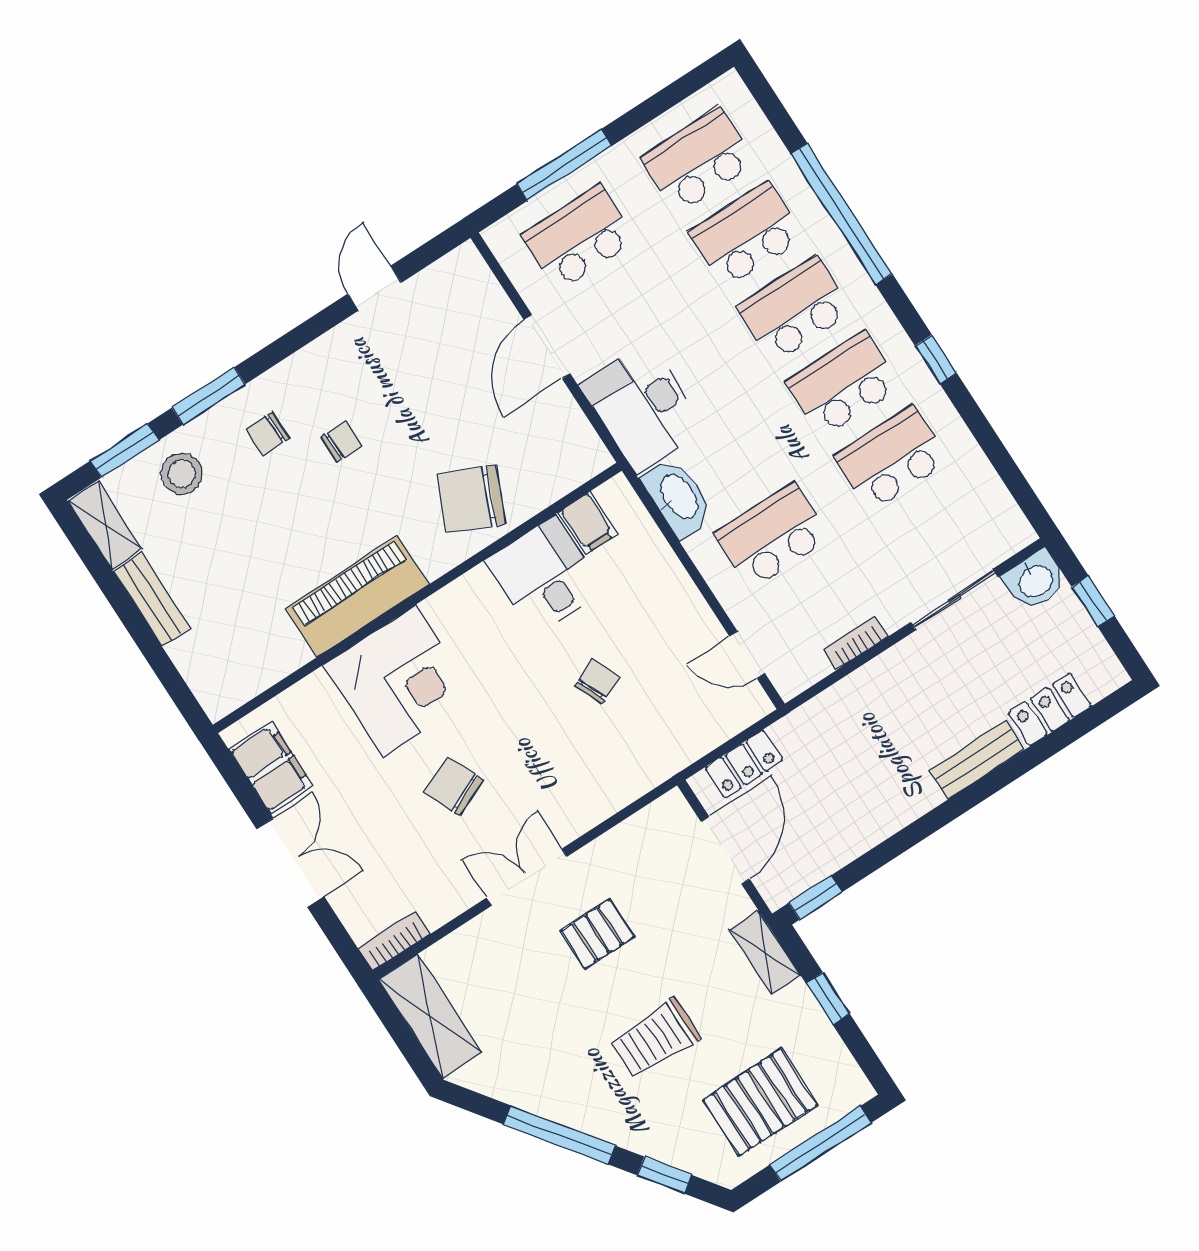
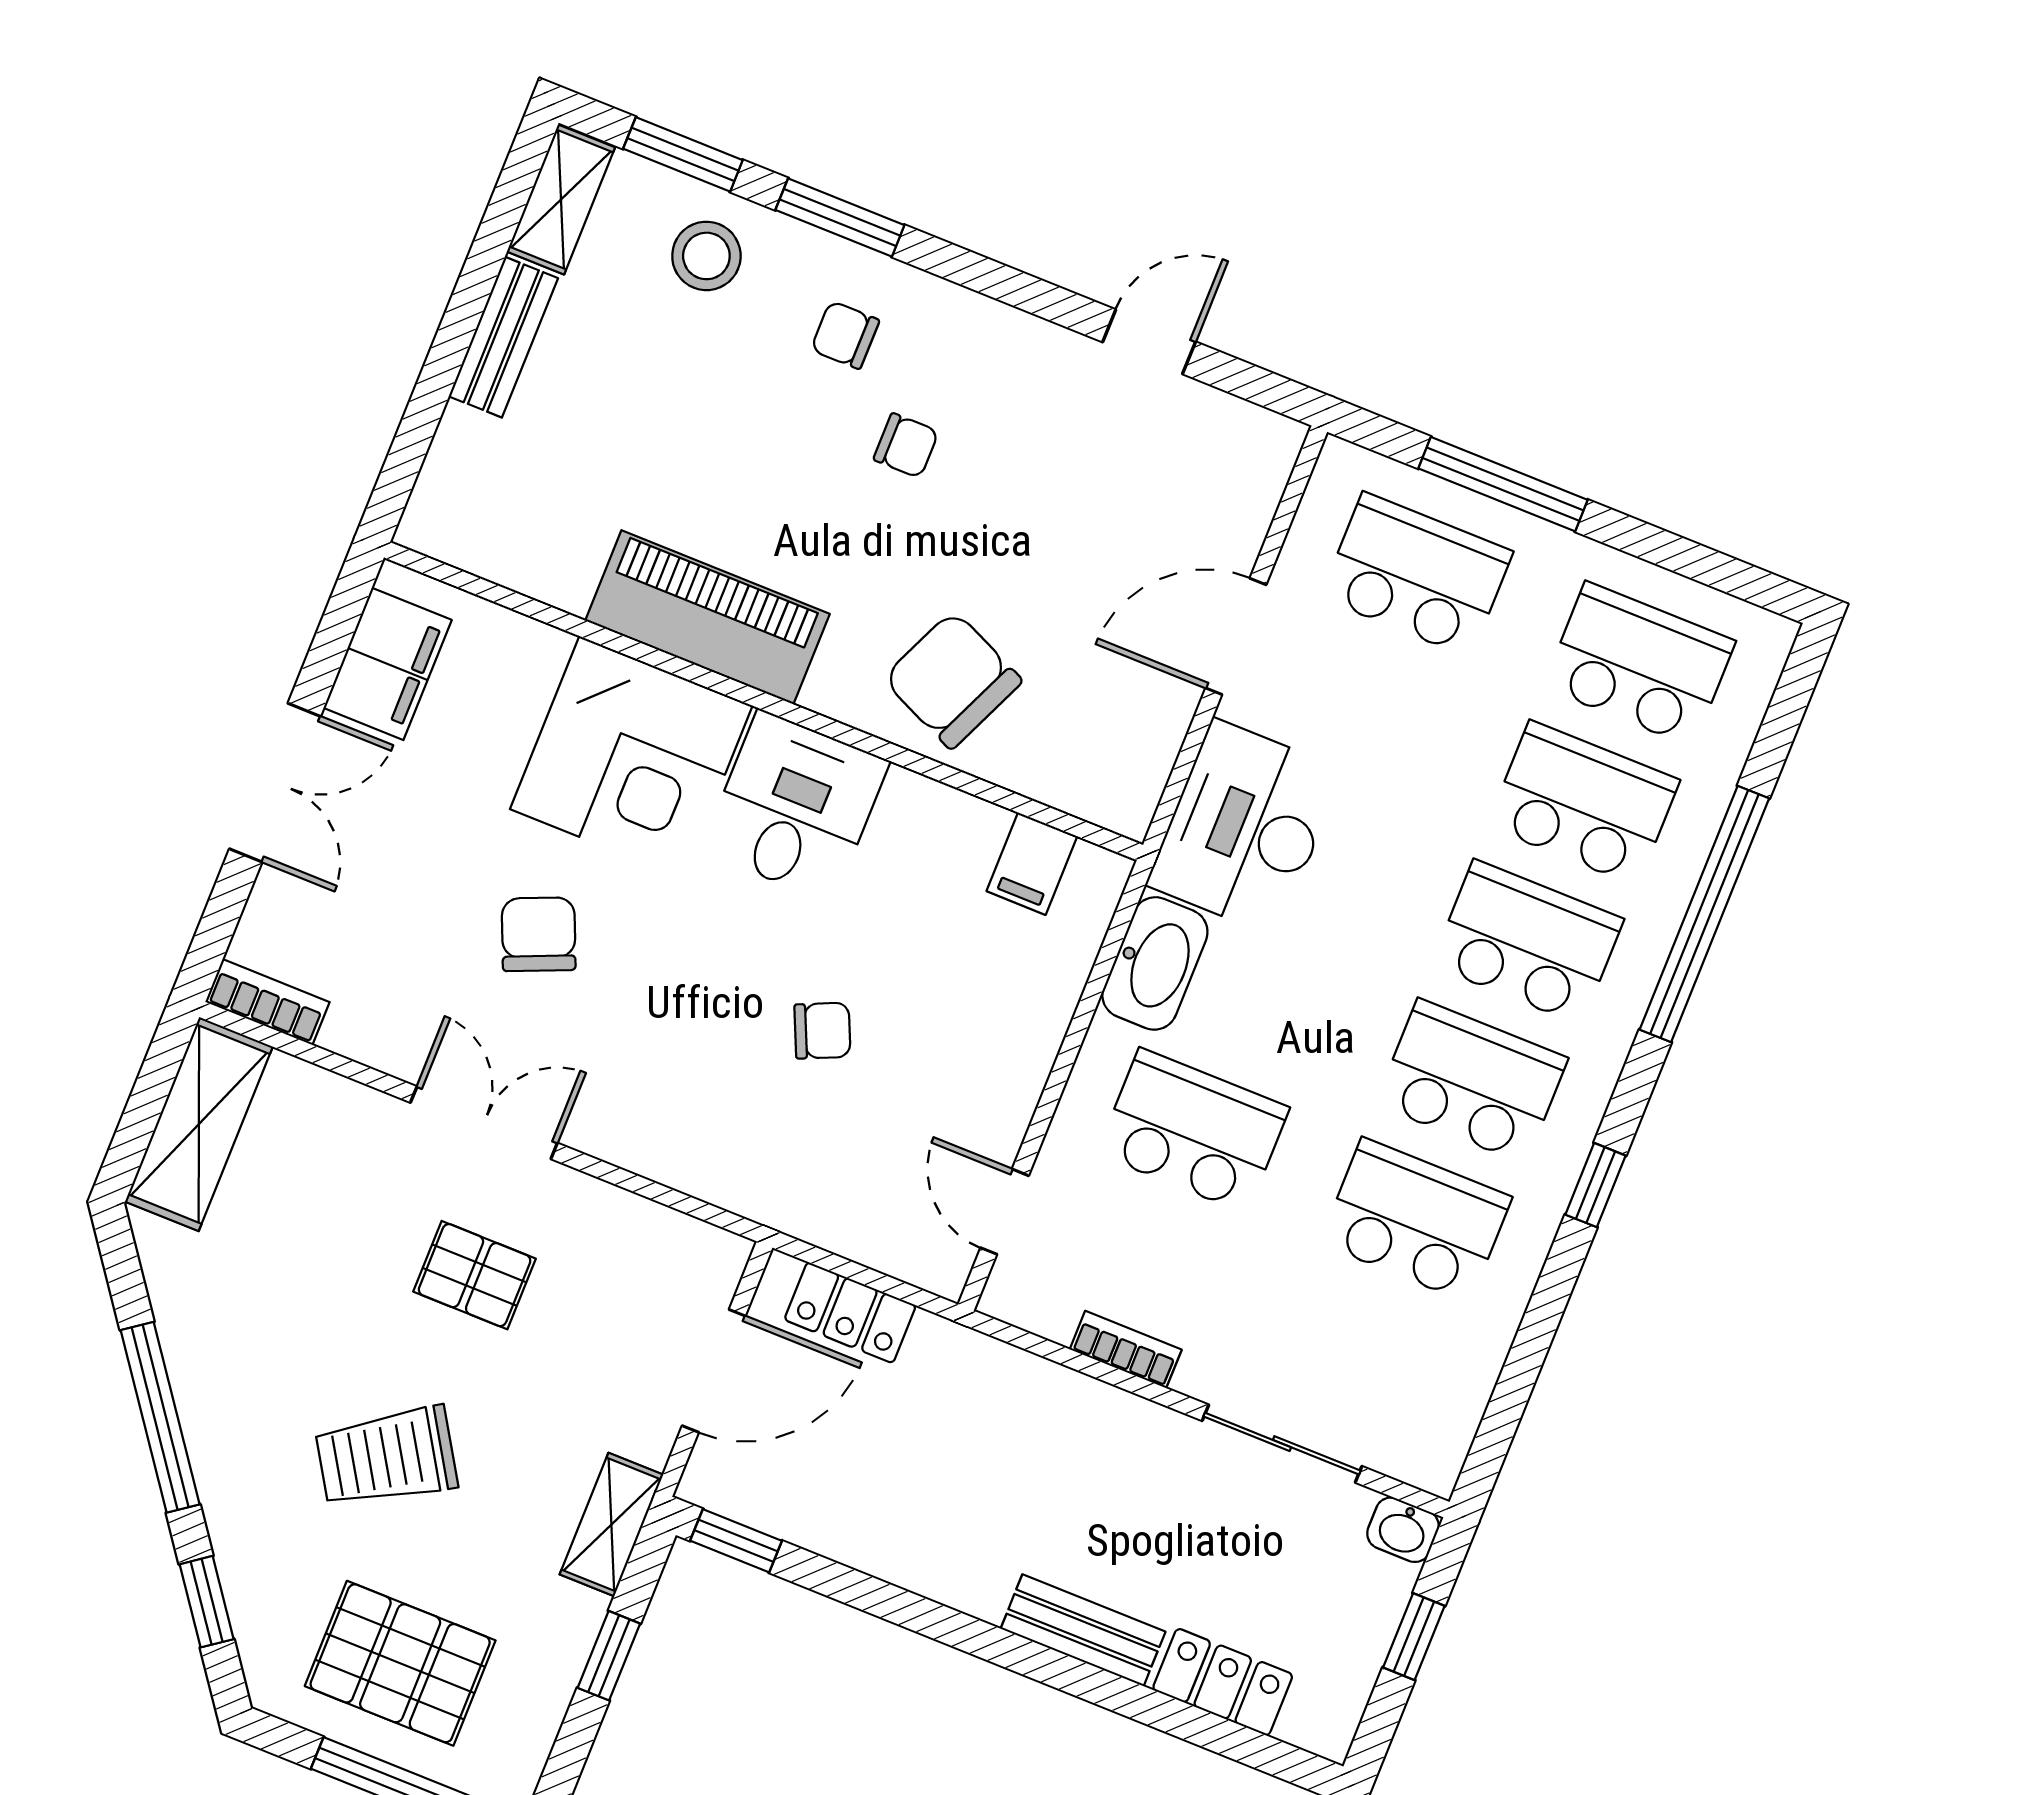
desk: (545, 576) -> (795, 806), moved
washbasin: (1035, 580) -> (1403, 1530), width x0.72, depth x0.69
trolley: (656, 1039) -> (386, 1457), turned -32

